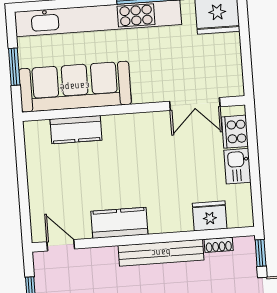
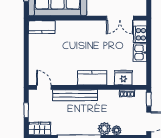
kitchen counter: (76, 130) -> (42, 27), moved
kitchen counter: (119, 223) -> (92, 78), moved
bench: (161, 253) -> (75, 95), moved

